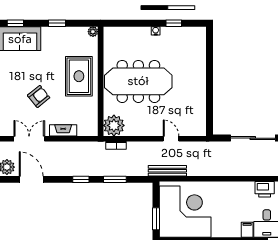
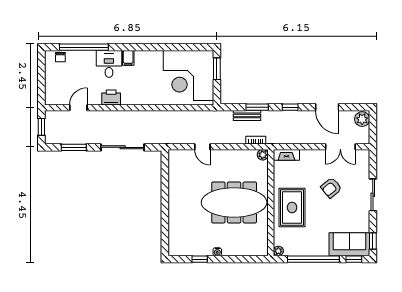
window: (57, 23) -> (313, 259), width x3.17
plant: (114, 125) -> (263, 155), width x0.53, depth x0.53
fireplace: (63, 130) -> (286, 155), moved
bench: (167, 171) -> (247, 115), moved, width x0.73
door: (31, 179) -> (327, 107), moved

